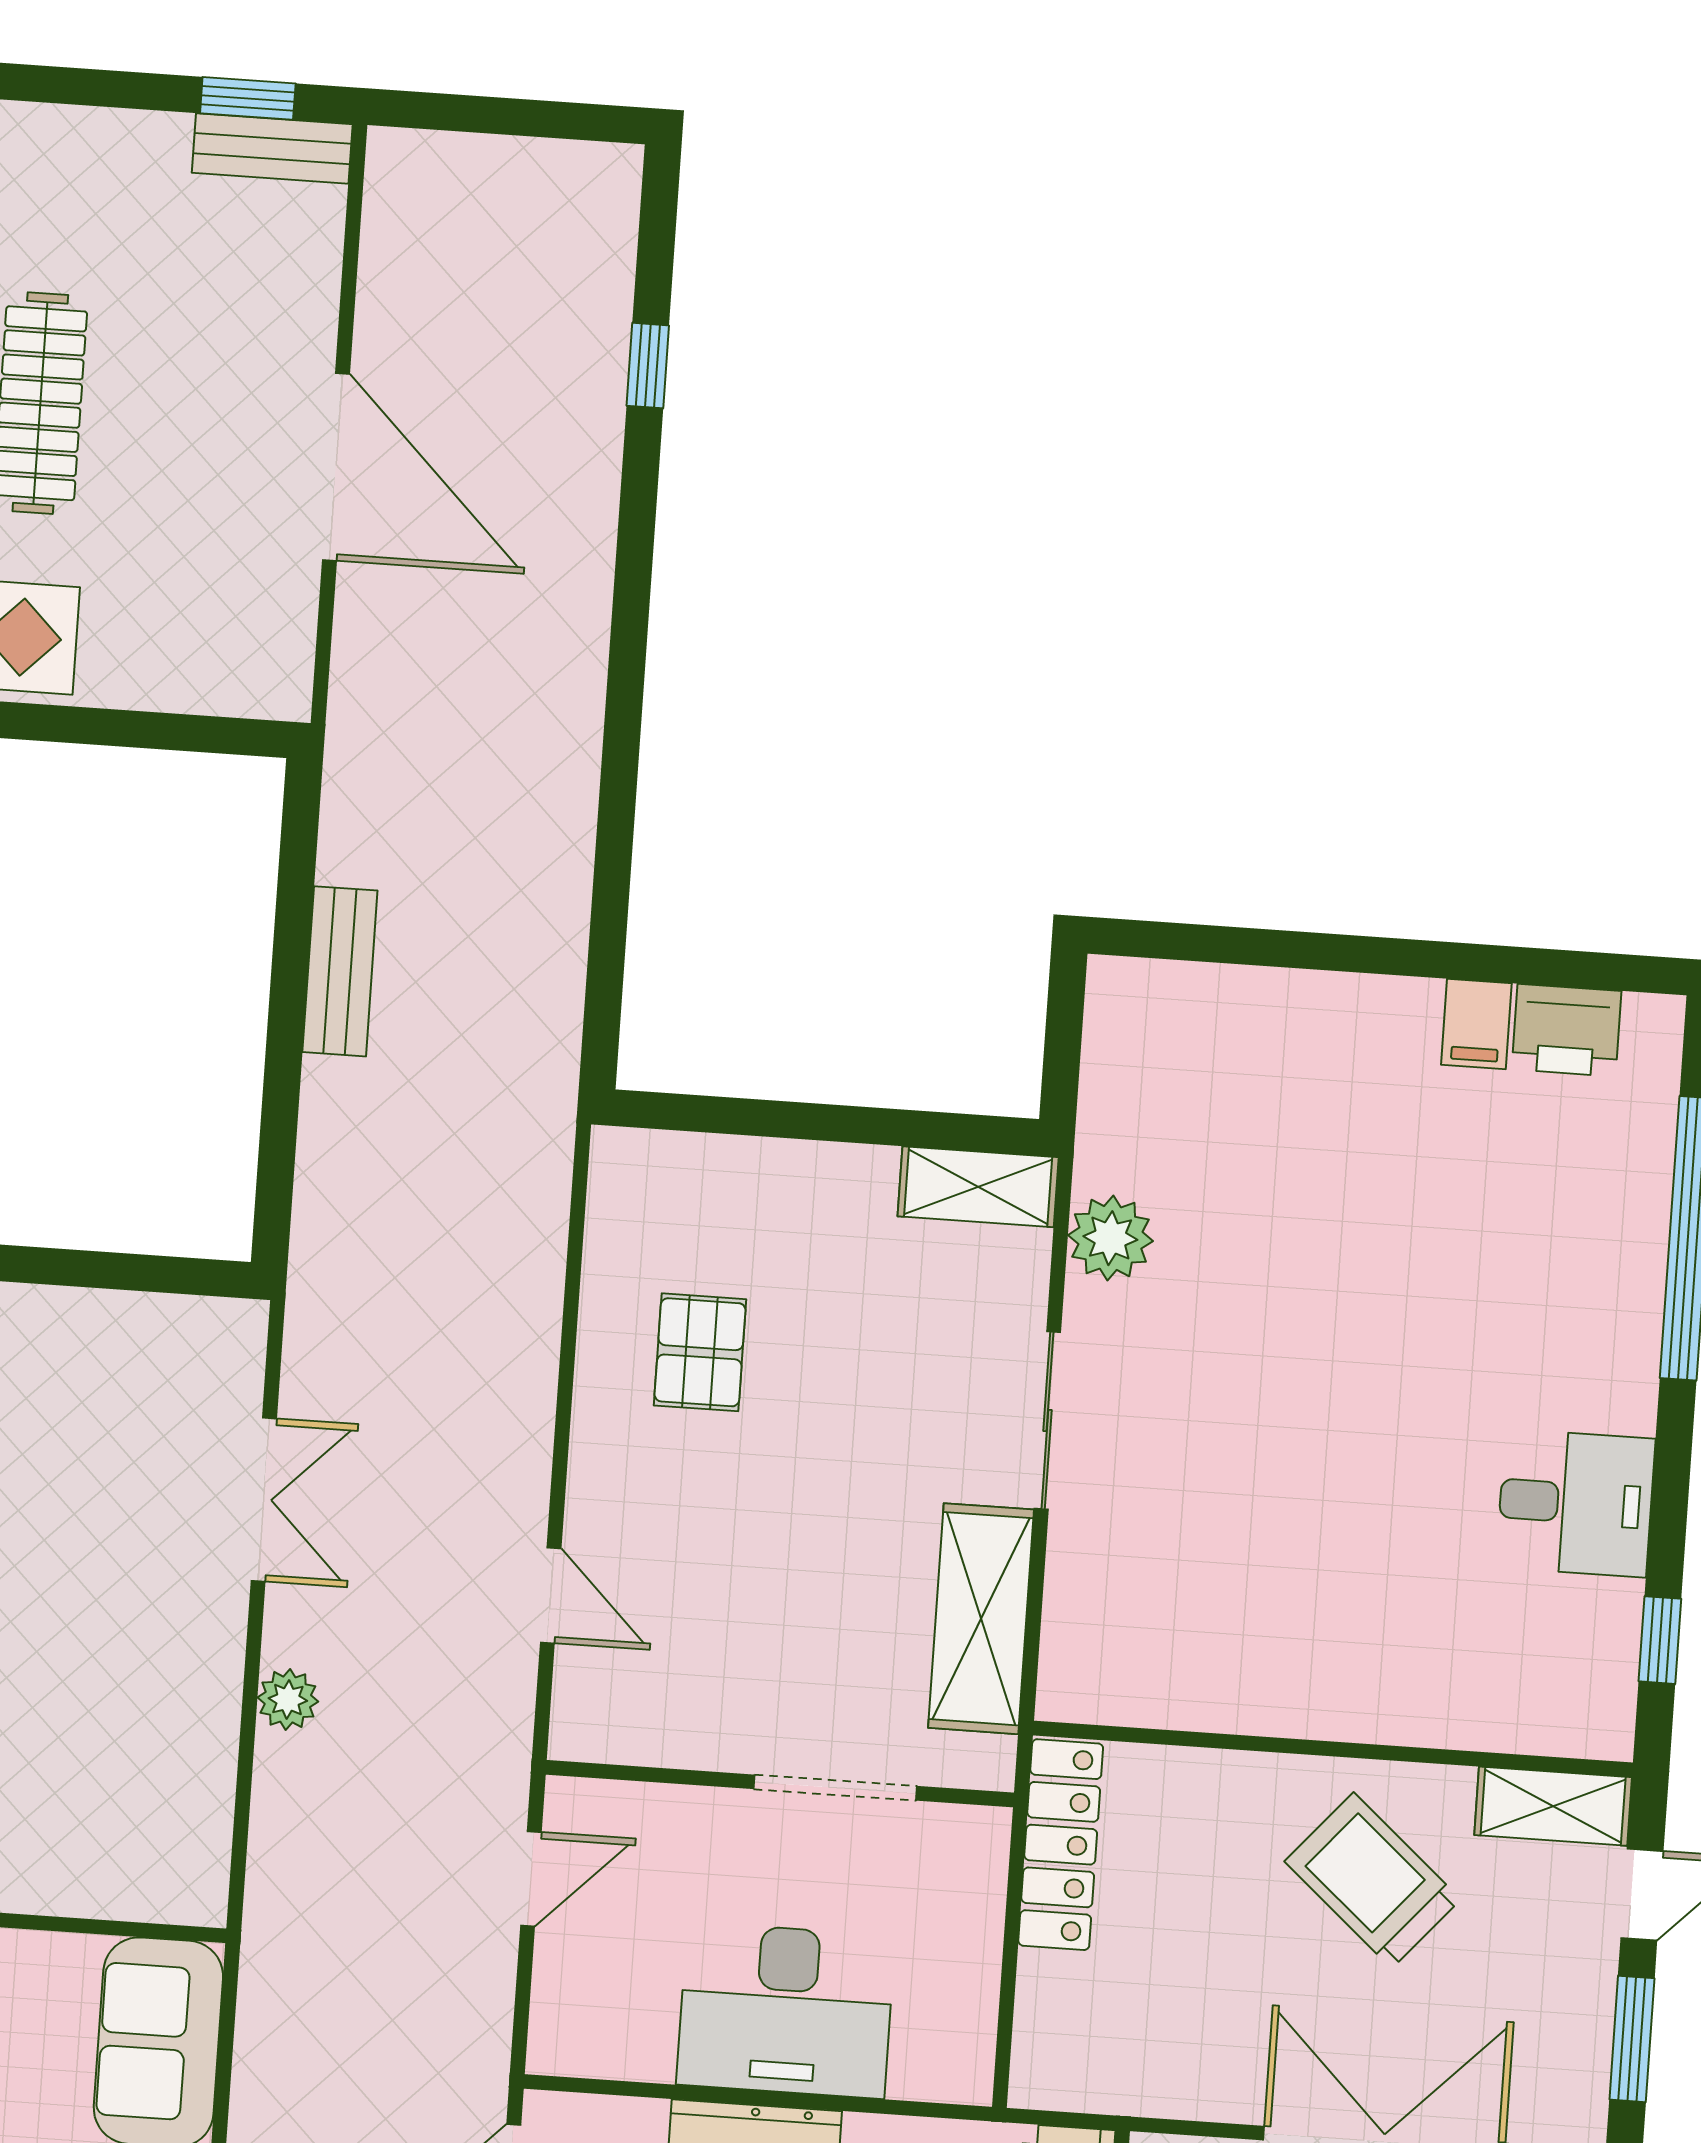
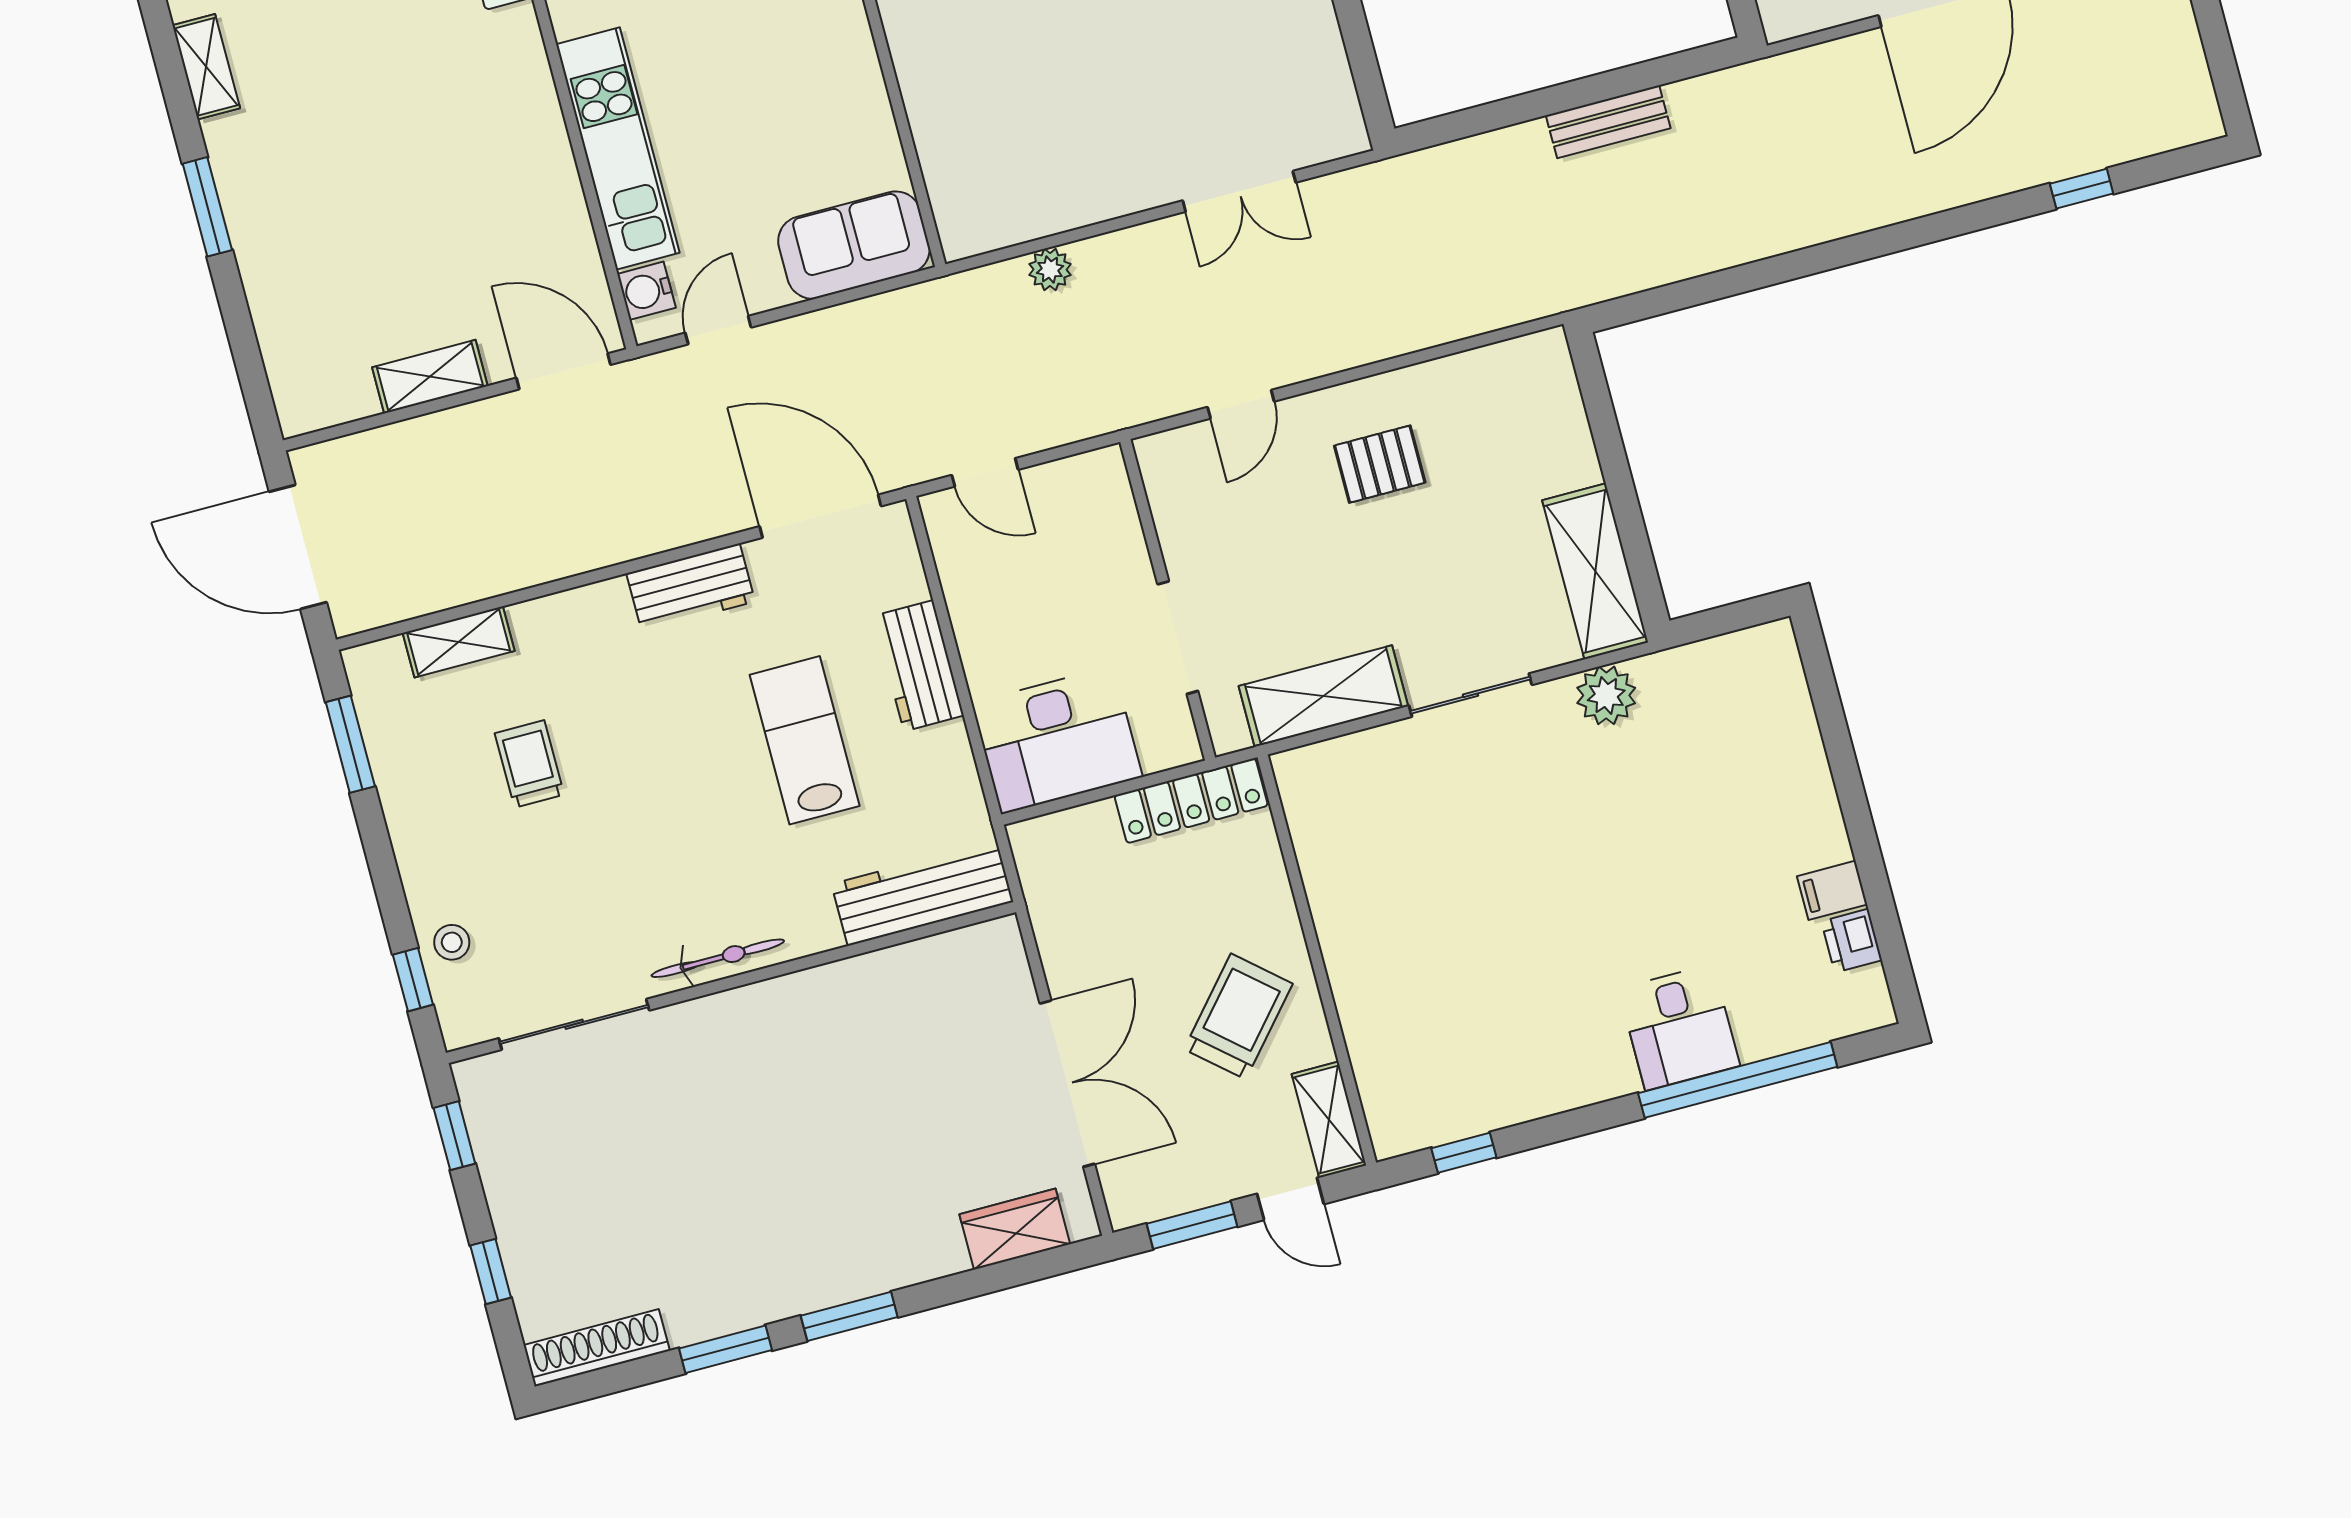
printer: (1566, 1030) -> (1852, 941), width x0.73, depth x0.81
shelving: (978, 1187) -> (1595, 571), width x1.50, depth x1.33
pallet: (700, 1352) -> (1380, 464), moved
desk: (1576, 1503) -> (1679, 1027), moved
plant: (288, 1700) -> (1050, 269), moved
door: (531, 1879) -> (985, 472), moved
desk: (786, 2010) -> (1057, 740), moved, turned -90

